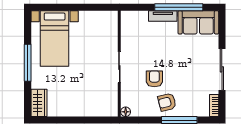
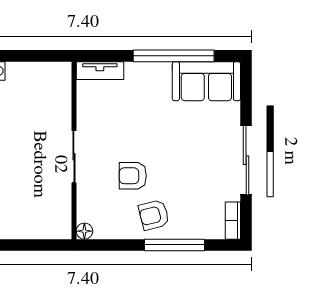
tv unit: (163, 16) -> (100, 71), moved
armchair: (154, 79) -> (133, 176), turned -90

